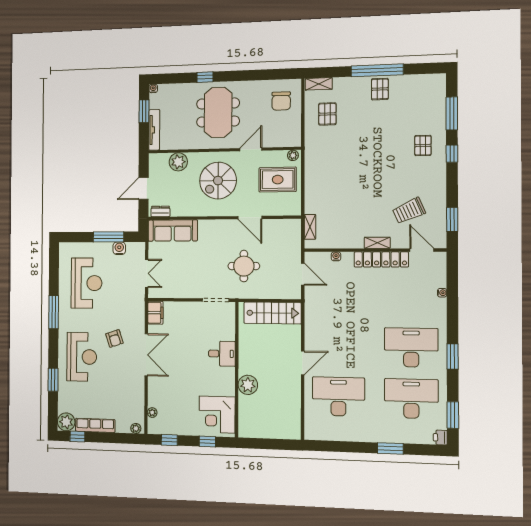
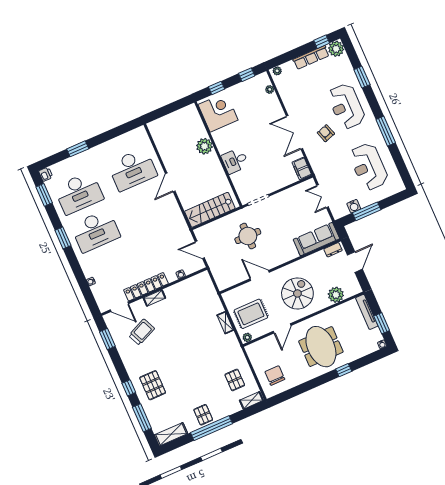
shelving: (426, 81) -> (171, 434), added
pallet: (423, 145) -> (153, 385), width x1.50, depth x1.42
shelving: (310, 227) -> (225, 323), moved

